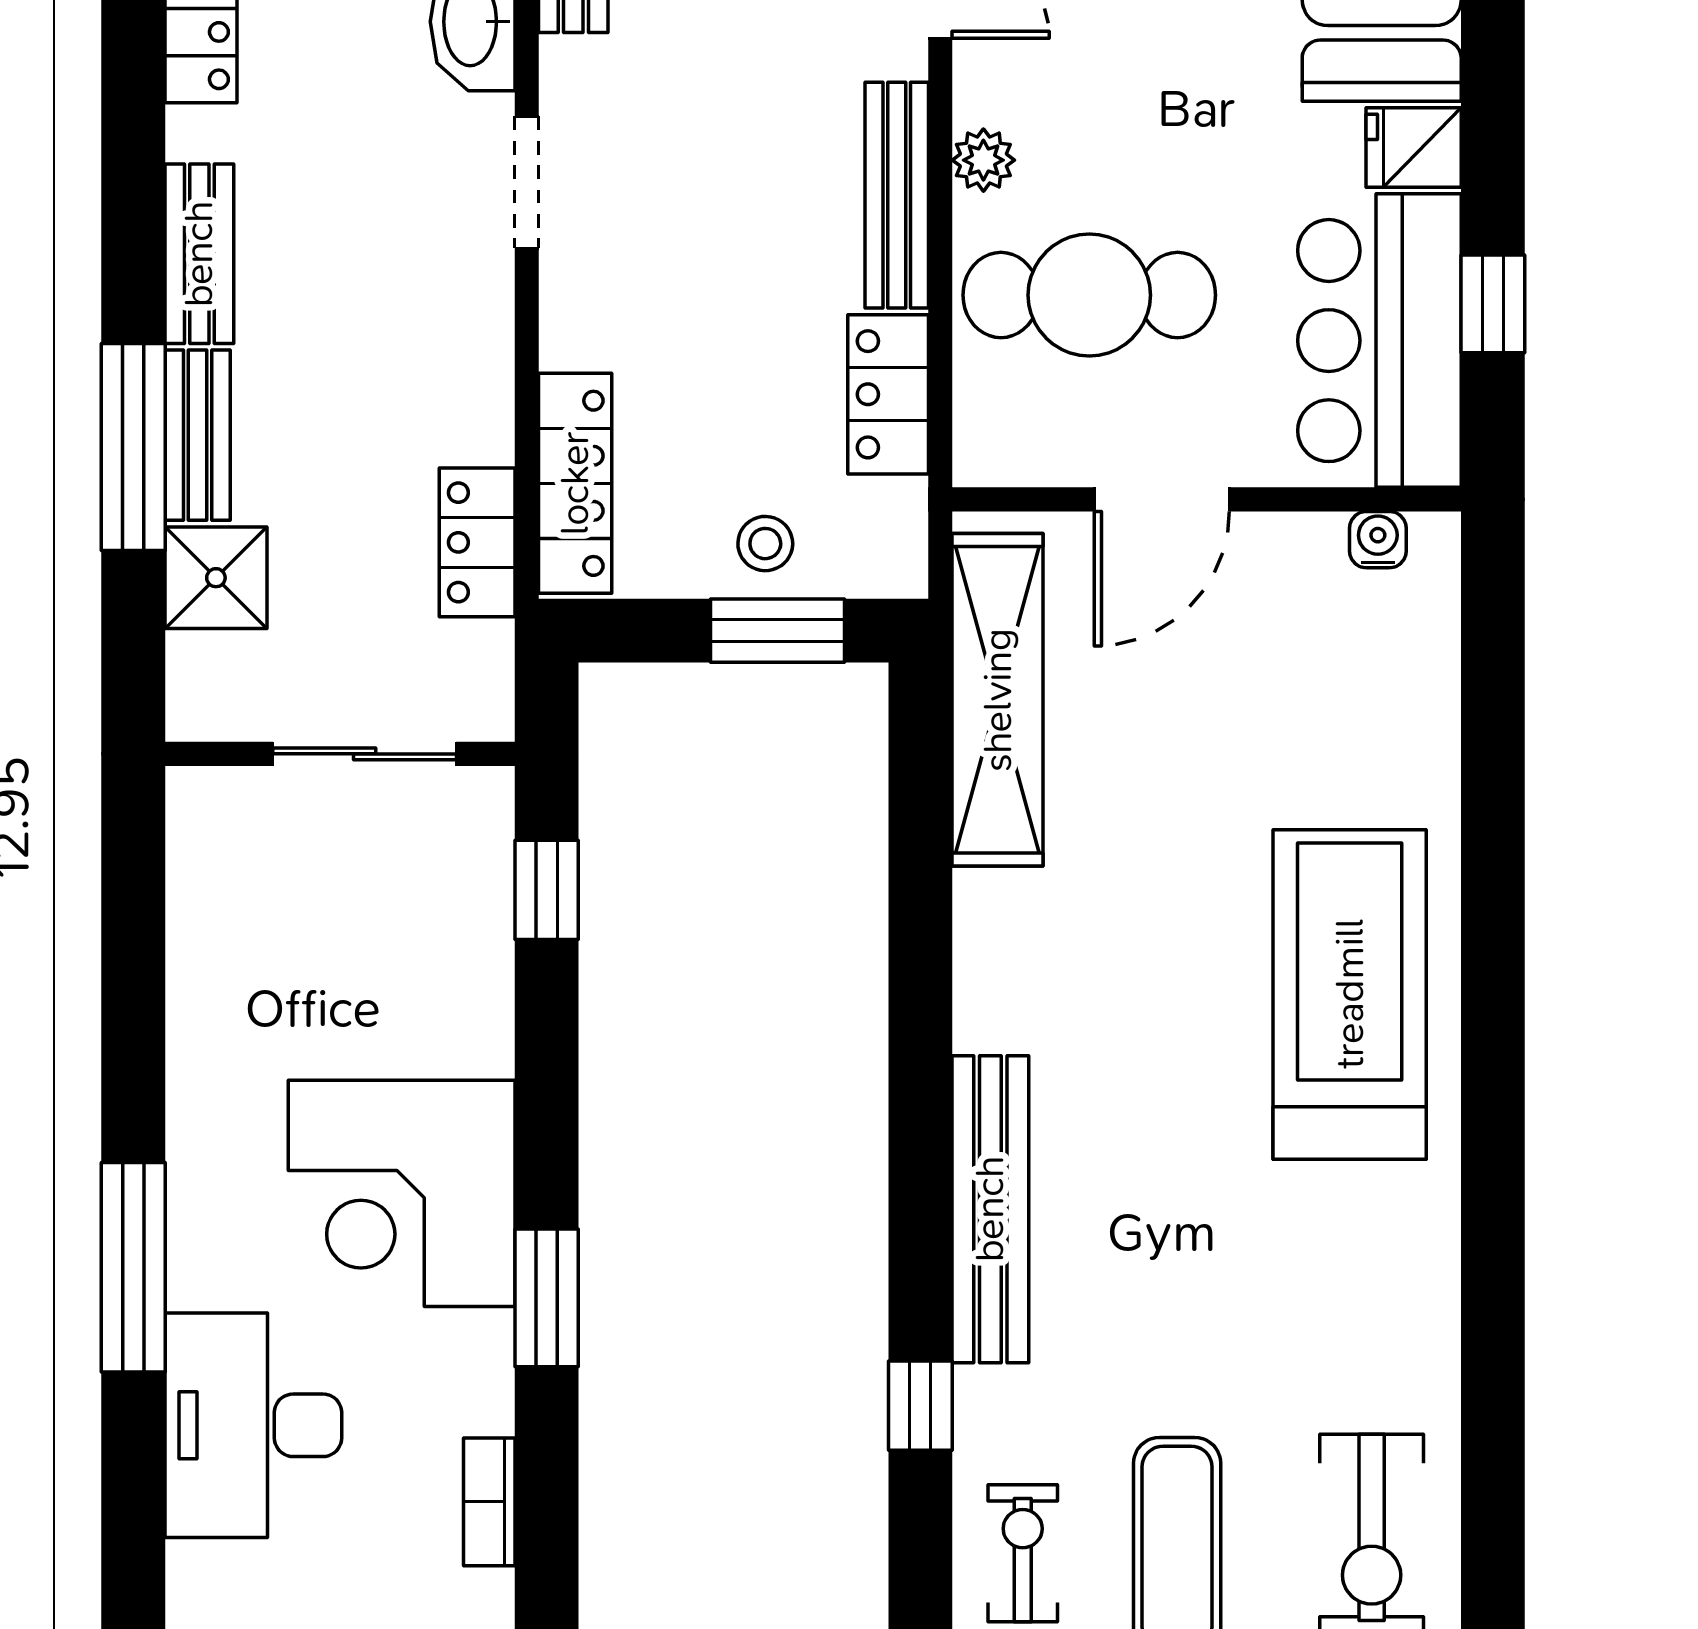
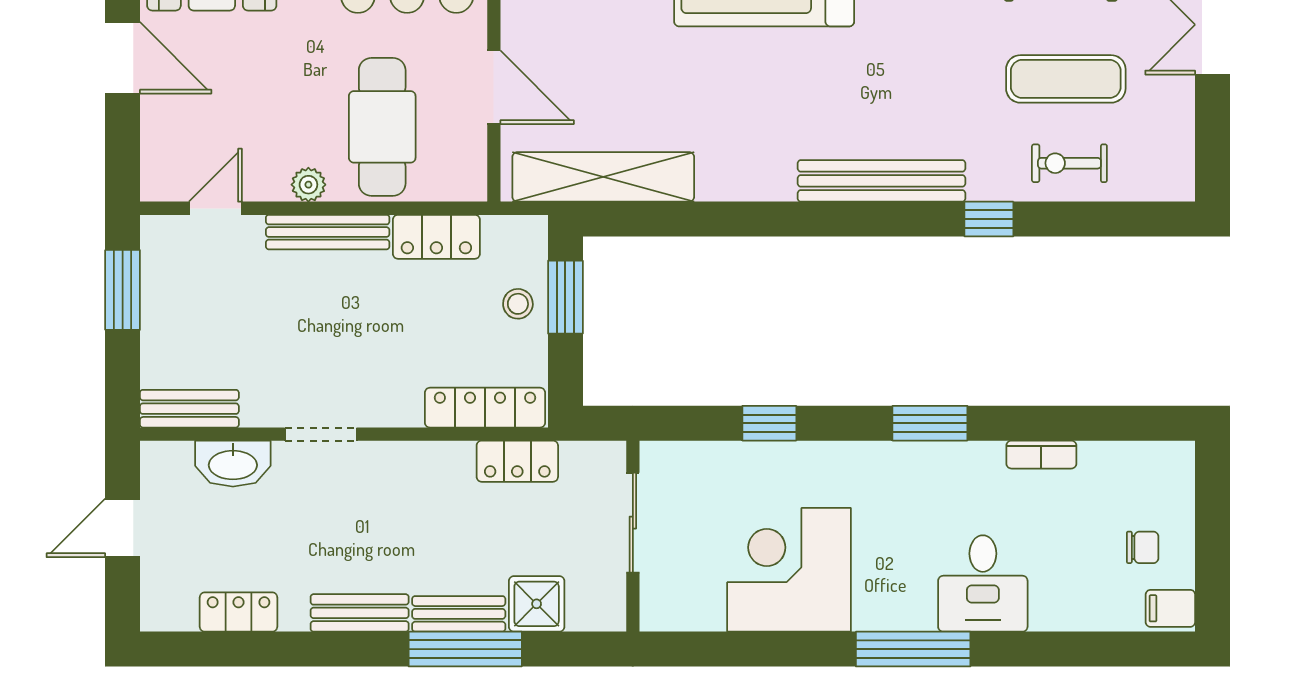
window: (547, 890) -> (769, 423), moved
corner desk: (402, 1193) -> (789, 570), moved, turned 180
desk: (253, 1425) -> (983, 583), width x0.73

